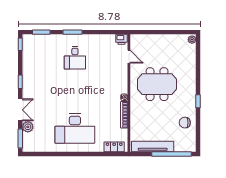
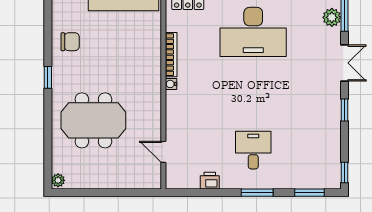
printer: (121, 39) -> (210, 181), moved
meeting table: (157, 84) -> (93, 120), moved
double door: (20, 110) -> (344, 63), swing flipped
plant: (28, 127) -> (332, 17), moved
desk: (75, 128) -> (253, 32), turned 180

